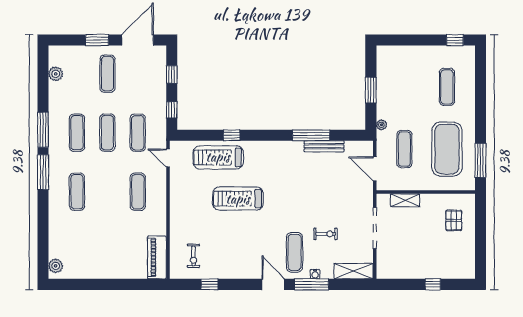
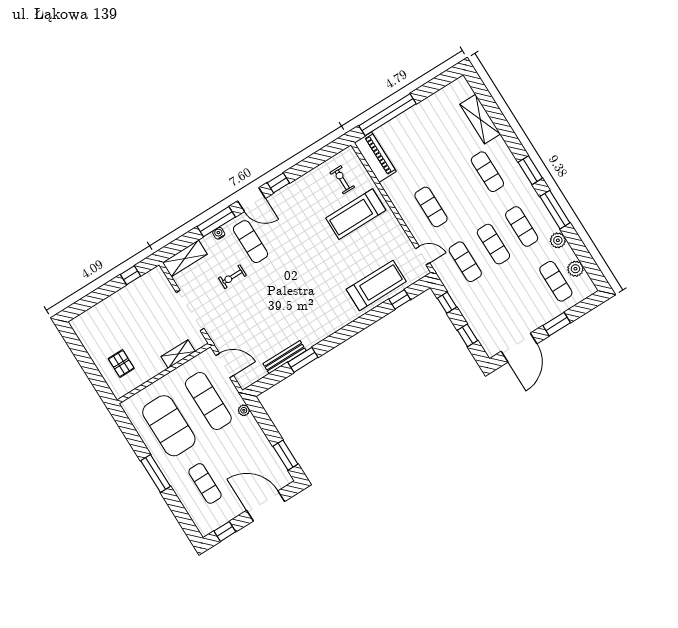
door: (411, 40) -> (266, 506), added
exercise mat: (107, 74) -> (556, 281), moved
window: (371, 90) -> (285, 455), moved
window: (232, 135) -> (400, 299), moved
window: (311, 135) -> (303, 360), width x0.69
exercise mat: (404, 149) -> (208, 401), width x1.36, depth x1.45
window: (480, 160) -> (156, 473), moved
window: (43, 172) -> (530, 170), width x0.69
treadmill: (238, 199) -> (356, 214), moved, turned 180
shelving: (57, 236) -> (480, 119), added
plant: (56, 266) -> (558, 240), moved
window: (127, 284) -> (388, 115), added
window: (209, 284) -> (278, 183), moved
window: (433, 284) -> (130, 275), moved

